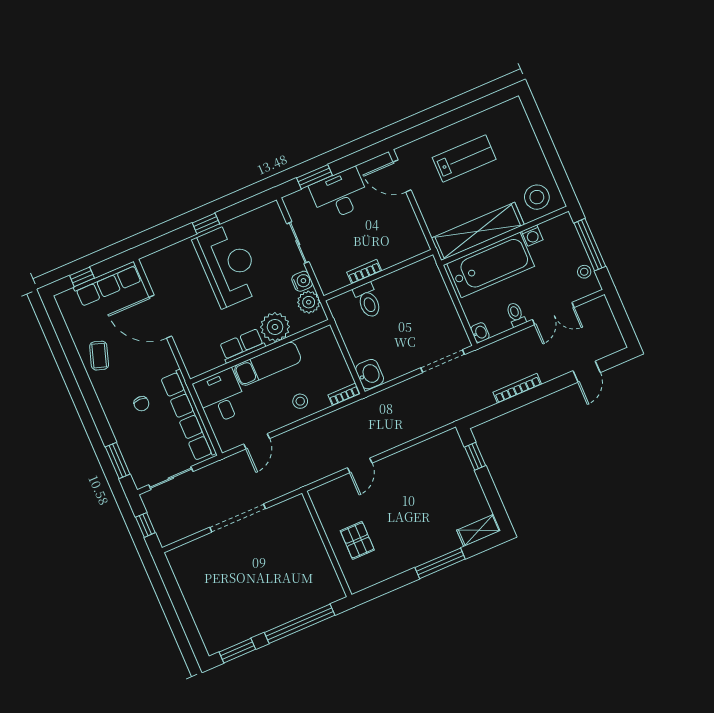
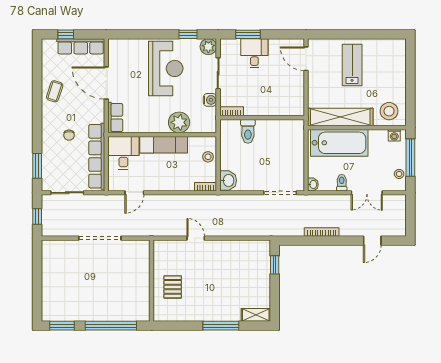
lab bench: (464, 158) -> (352, 65), turned -90
desk: (340, 194) -> (254, 53), width x0.73
window: (206, 223) -> (188, 34), moved
washing machine: (532, 236) -> (394, 135), moved
bookcase: (364, 272) -> (232, 111), moved
plant: (309, 302) -> (208, 47), moved
row of seats: (242, 346) -> (115, 118), moved, turned 90
stool: (300, 401) -> (208, 157), moved
door: (360, 465) -> (196, 238), swing flipped

